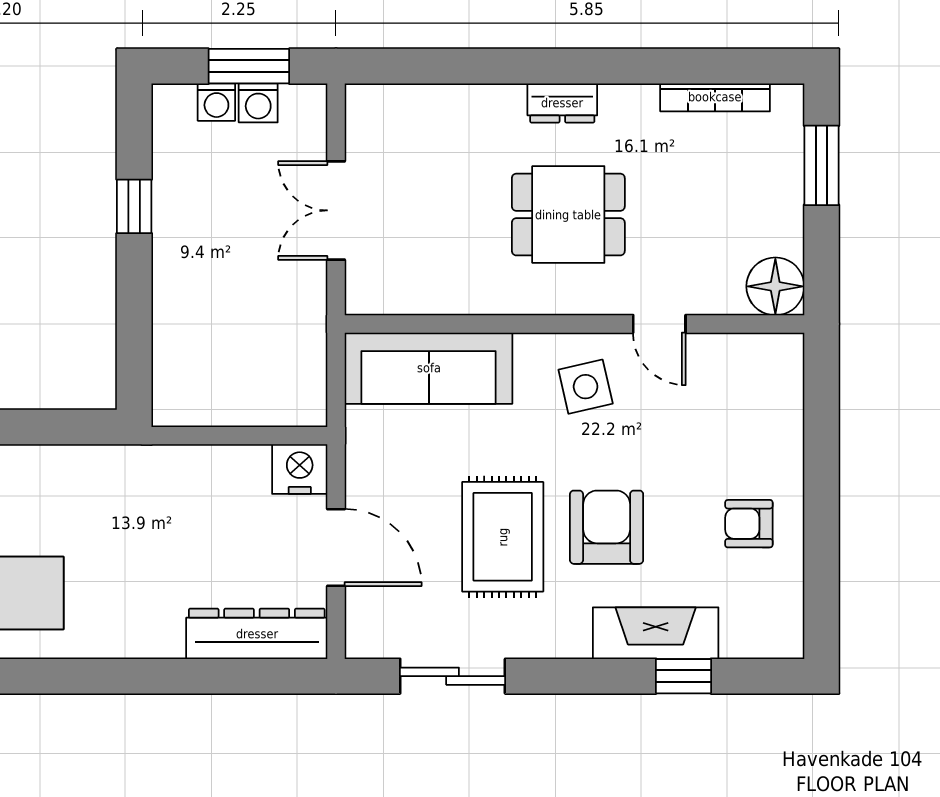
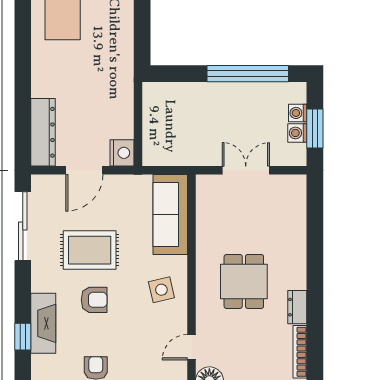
dresser: (562, 103) -> (297, 307), moved
window: (134, 206) -> (248, 74), width x3.17
door: (659, 324) -> (191, 347), moved
armchair: (607, 527) -> (94, 300), width x0.72, depth x0.72
sliding door: (453, 676) -> (23, 226), width x1.37

